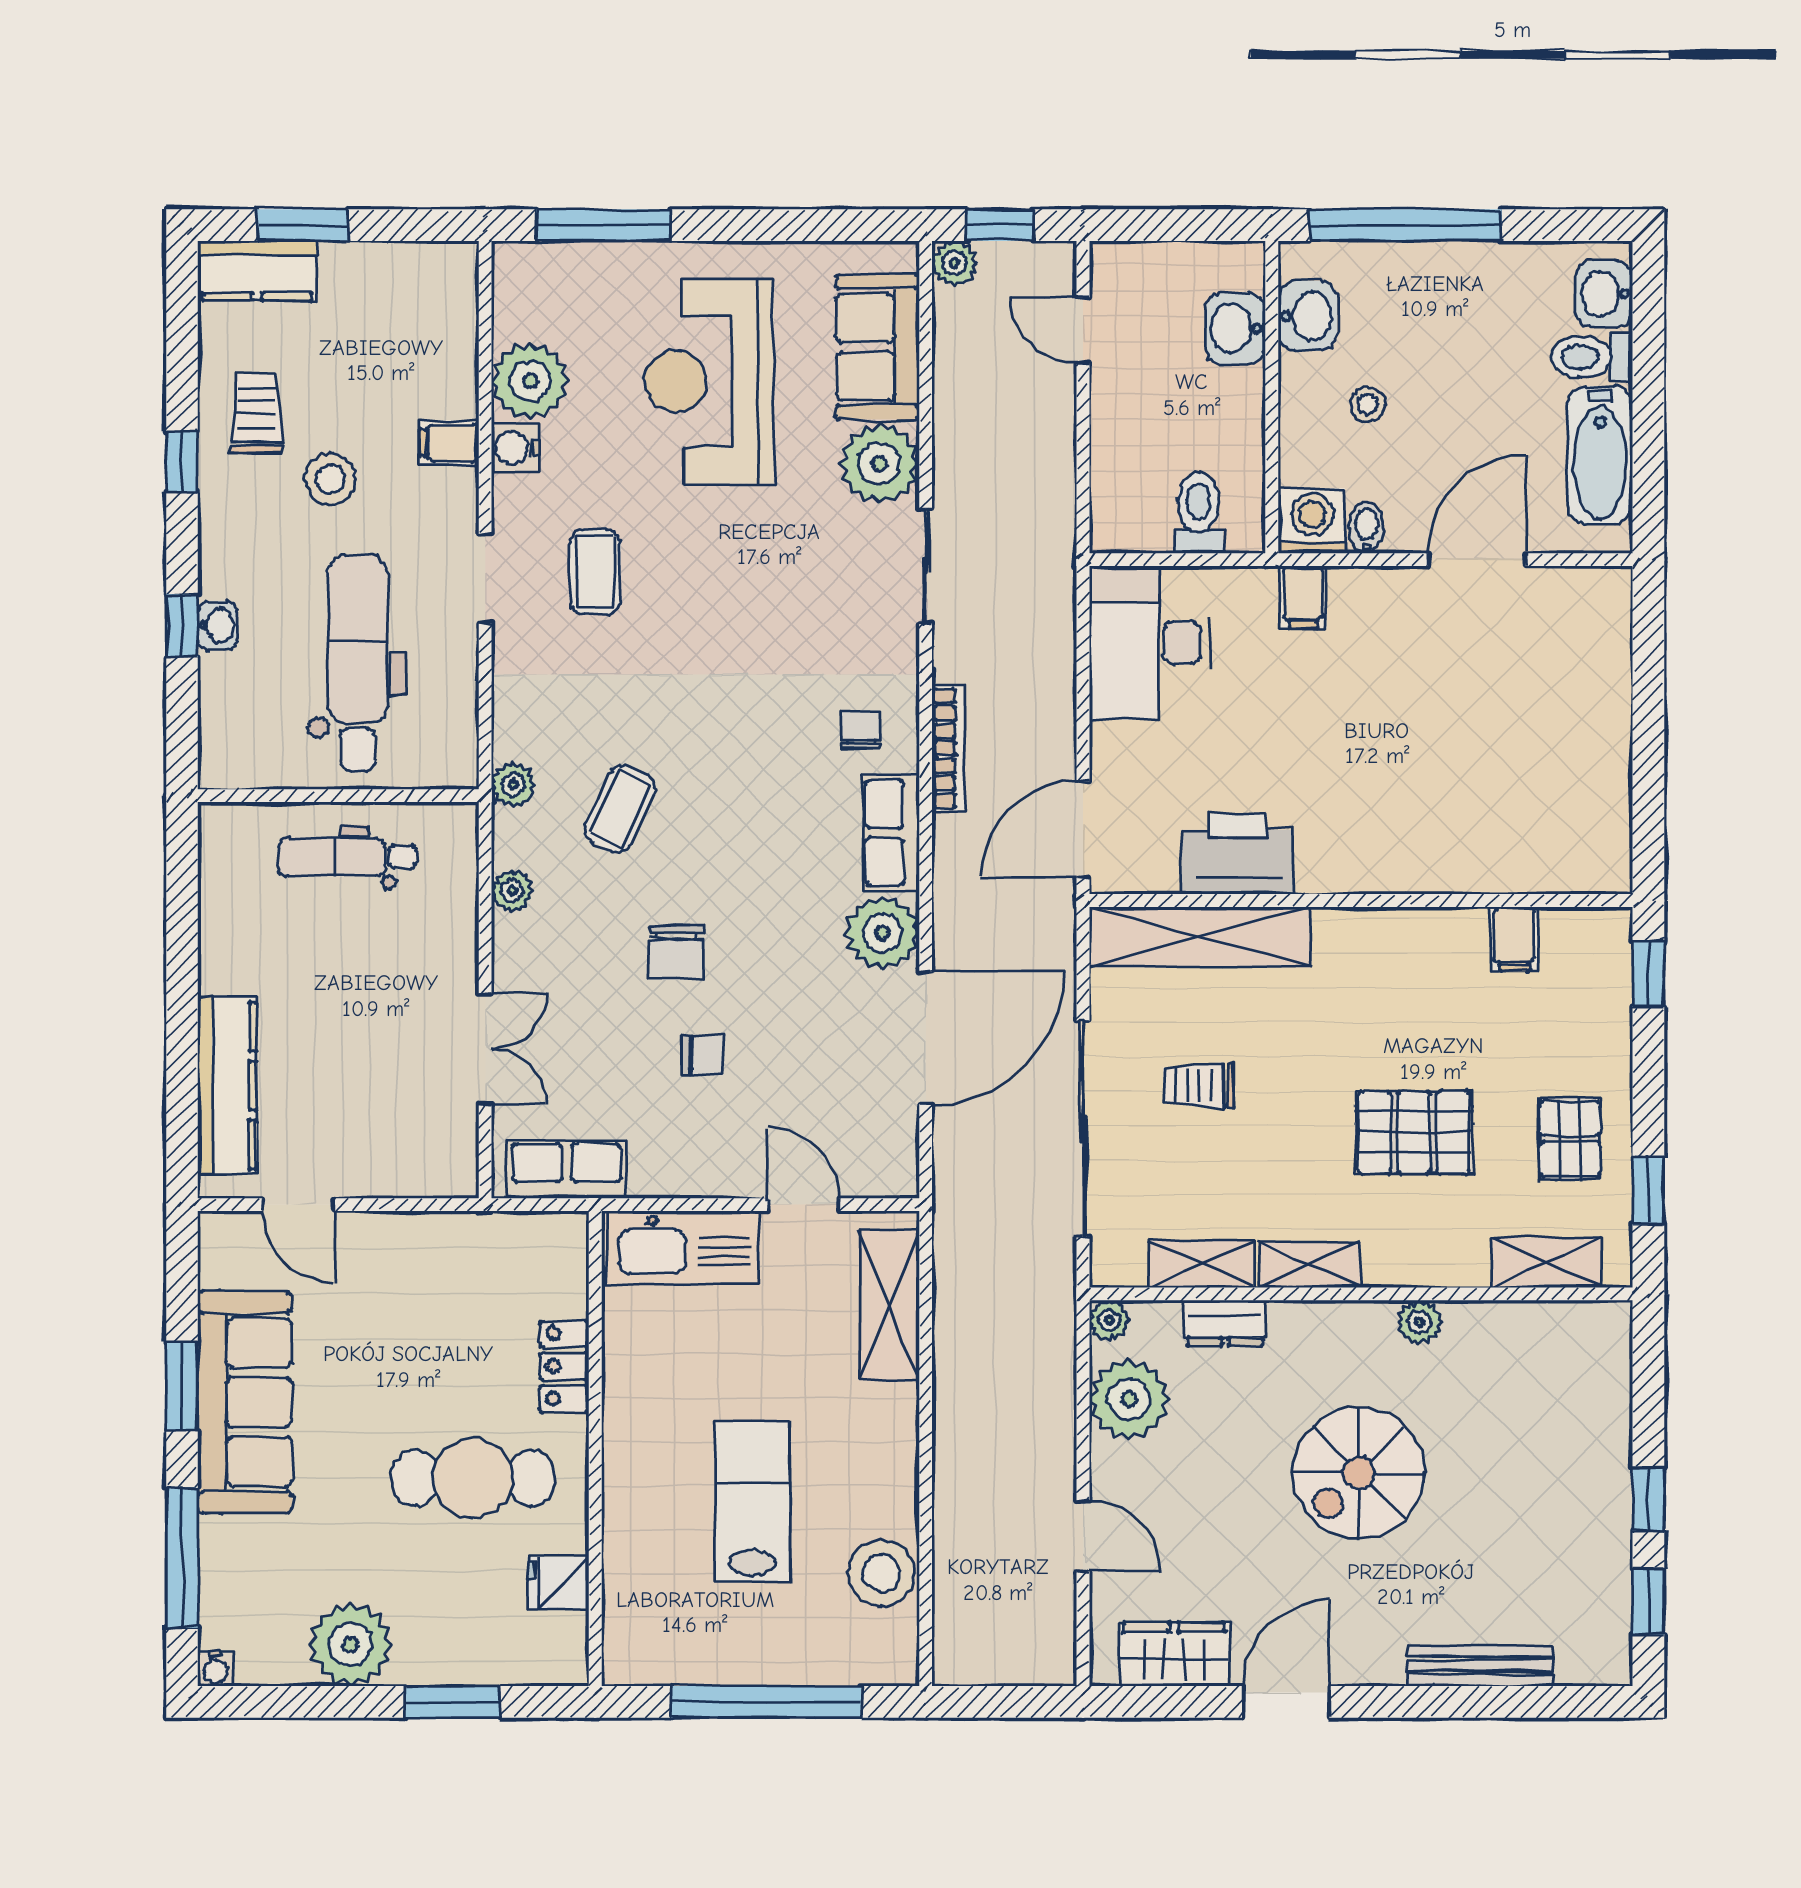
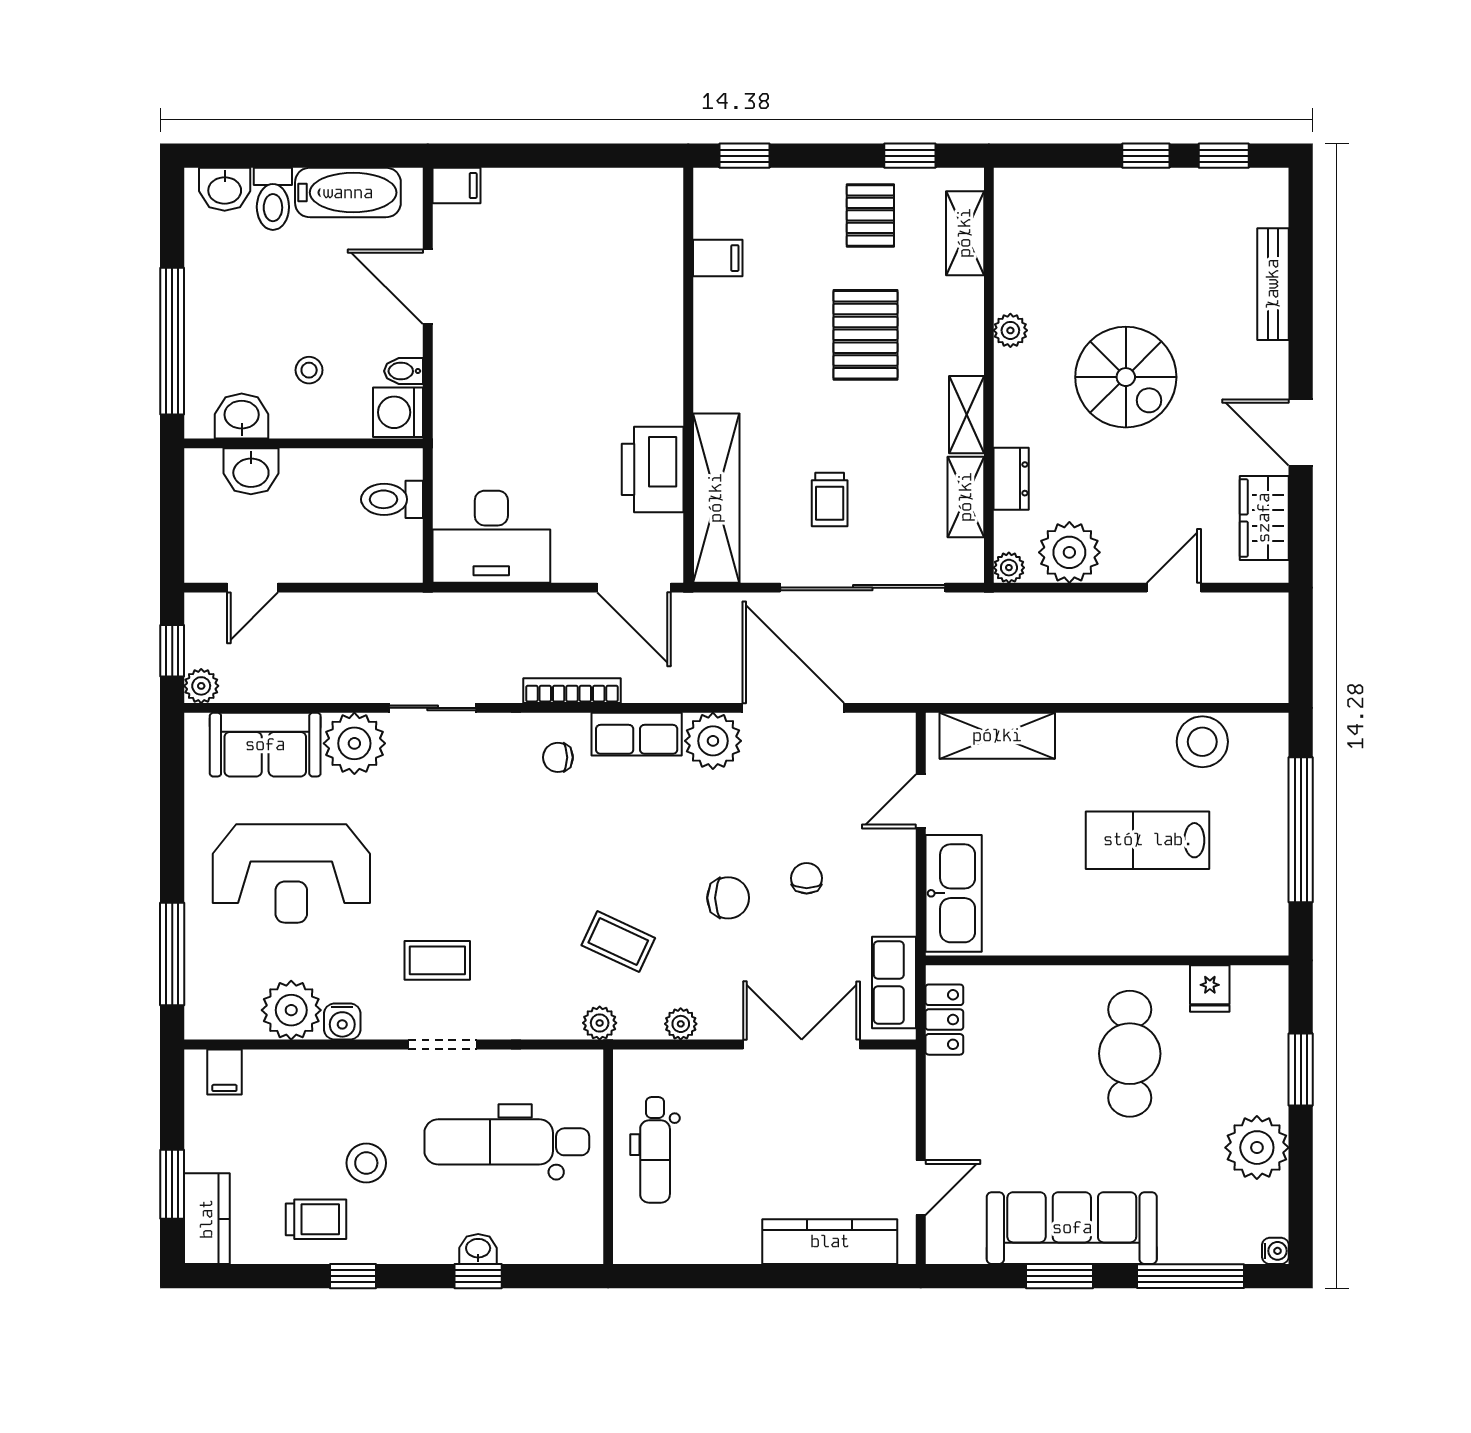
trolley: (256, 413) -> (316, 1219), turned 180
filing cabinet: (449, 443) -> (224, 1072), moved
filing cabinet: (1303, 597) -> (456, 186), moved
double door: (485, 1049) -> (802, 1045), width x1.37
pallet: (1570, 1139) -> (870, 215), turned 90
locker: (564, 1366) -> (944, 1020), moved, turned -90

